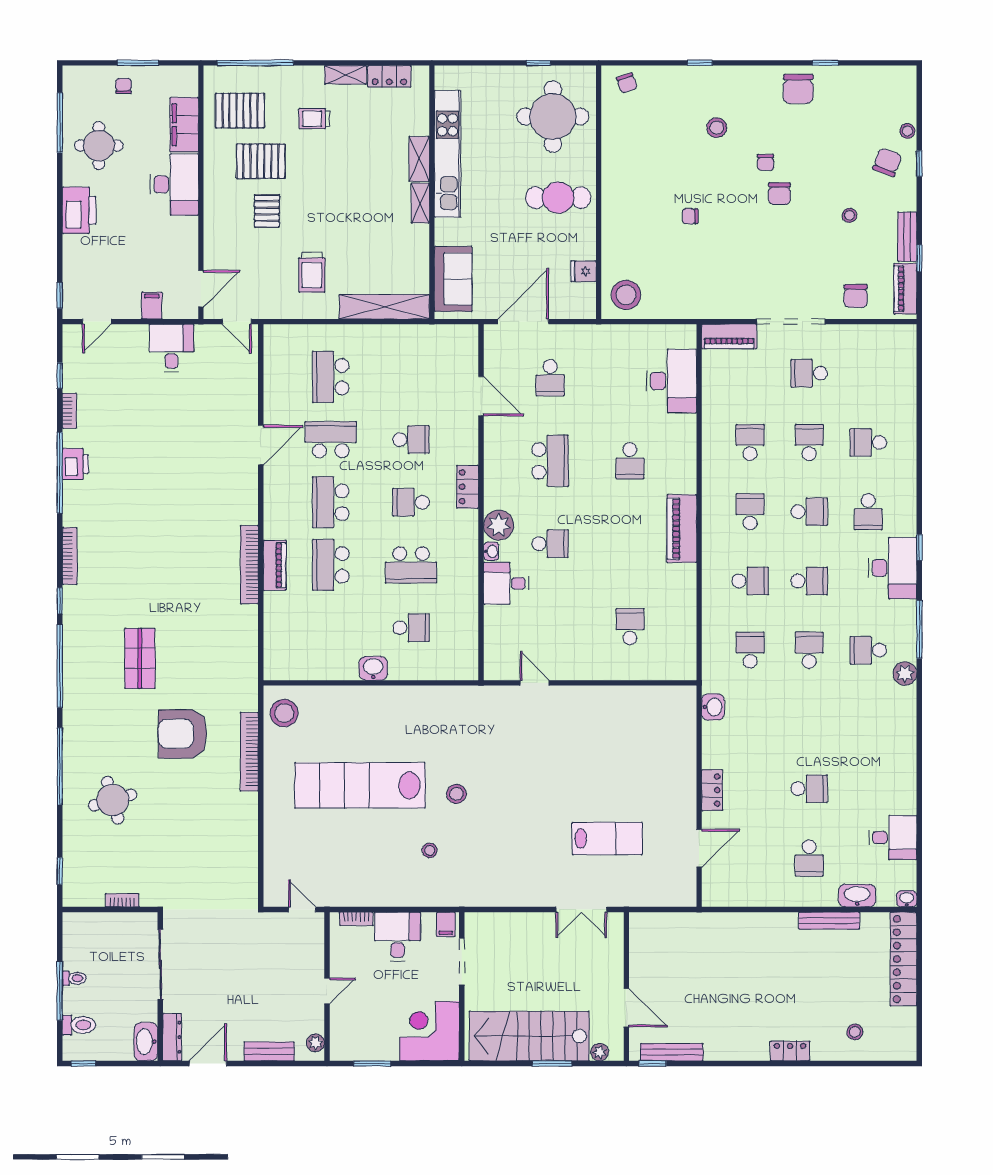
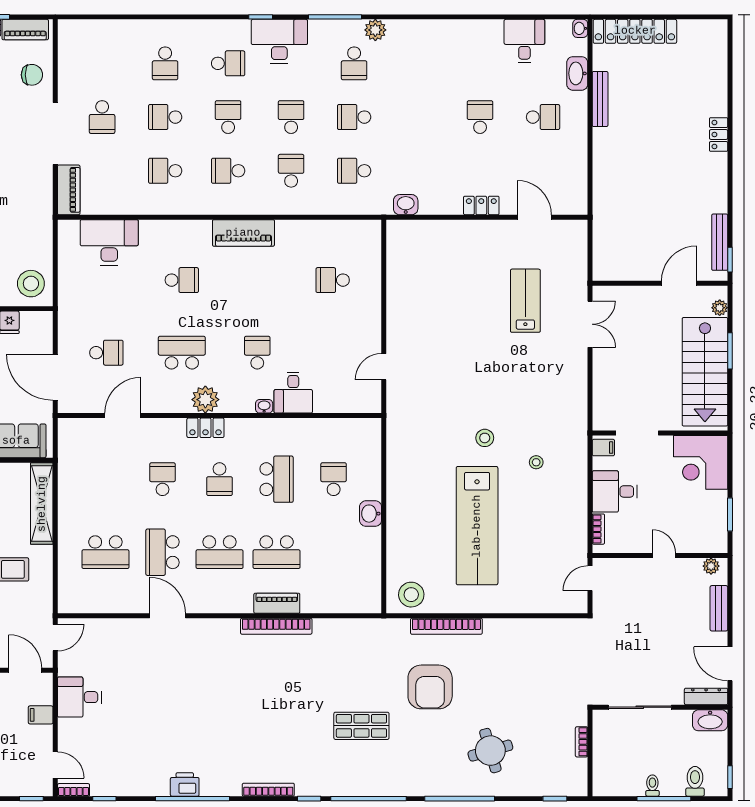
bookcase: (69, 411) -> (74, 790), moved
plant: (499, 525) -> (205, 400), moved
stool: (855, 1032) -> (701, 75), removed

